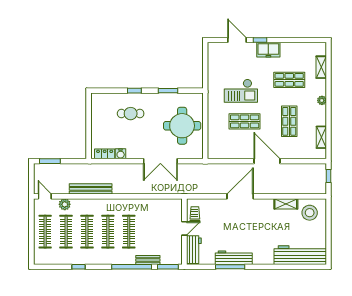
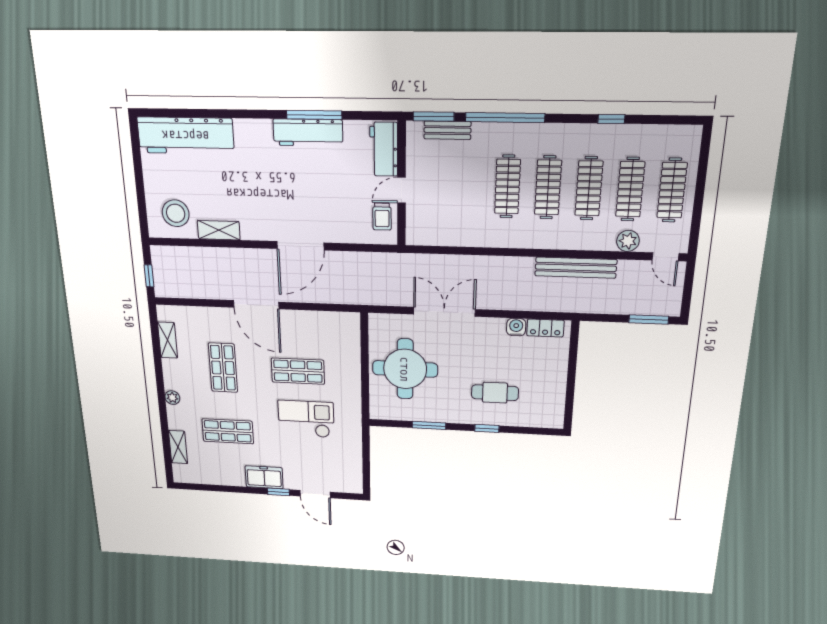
bench: (148, 260) -> (447, 130), moved

